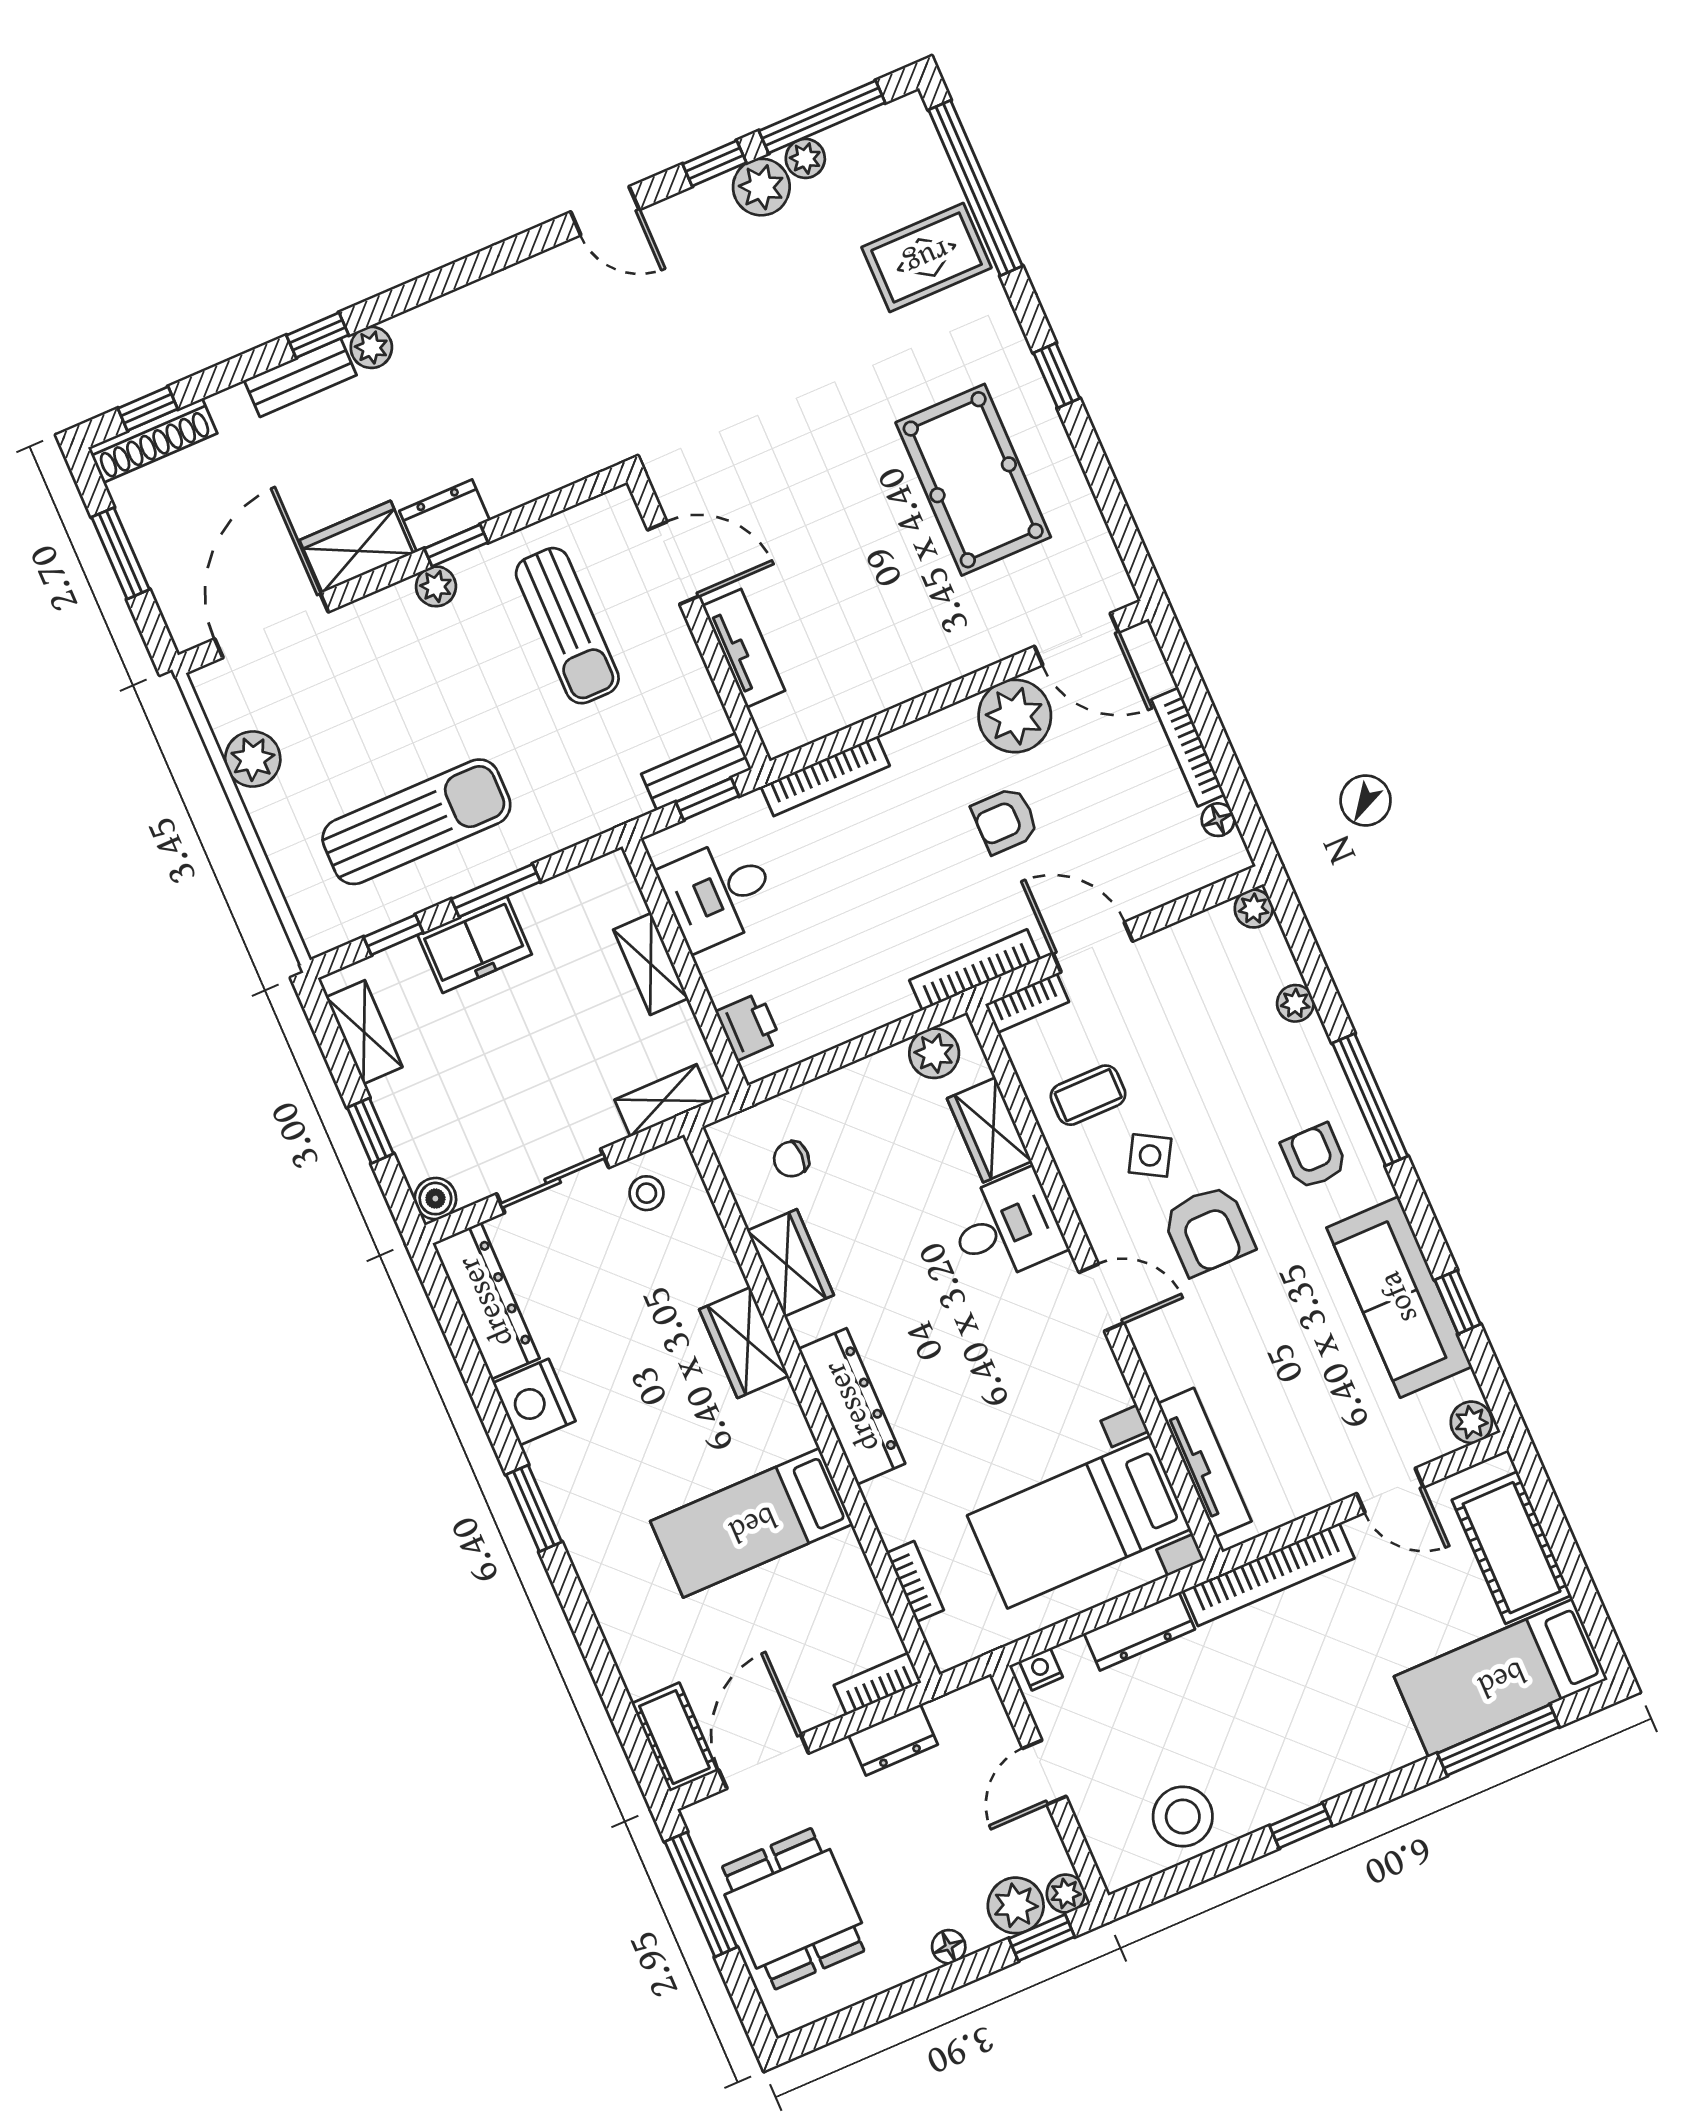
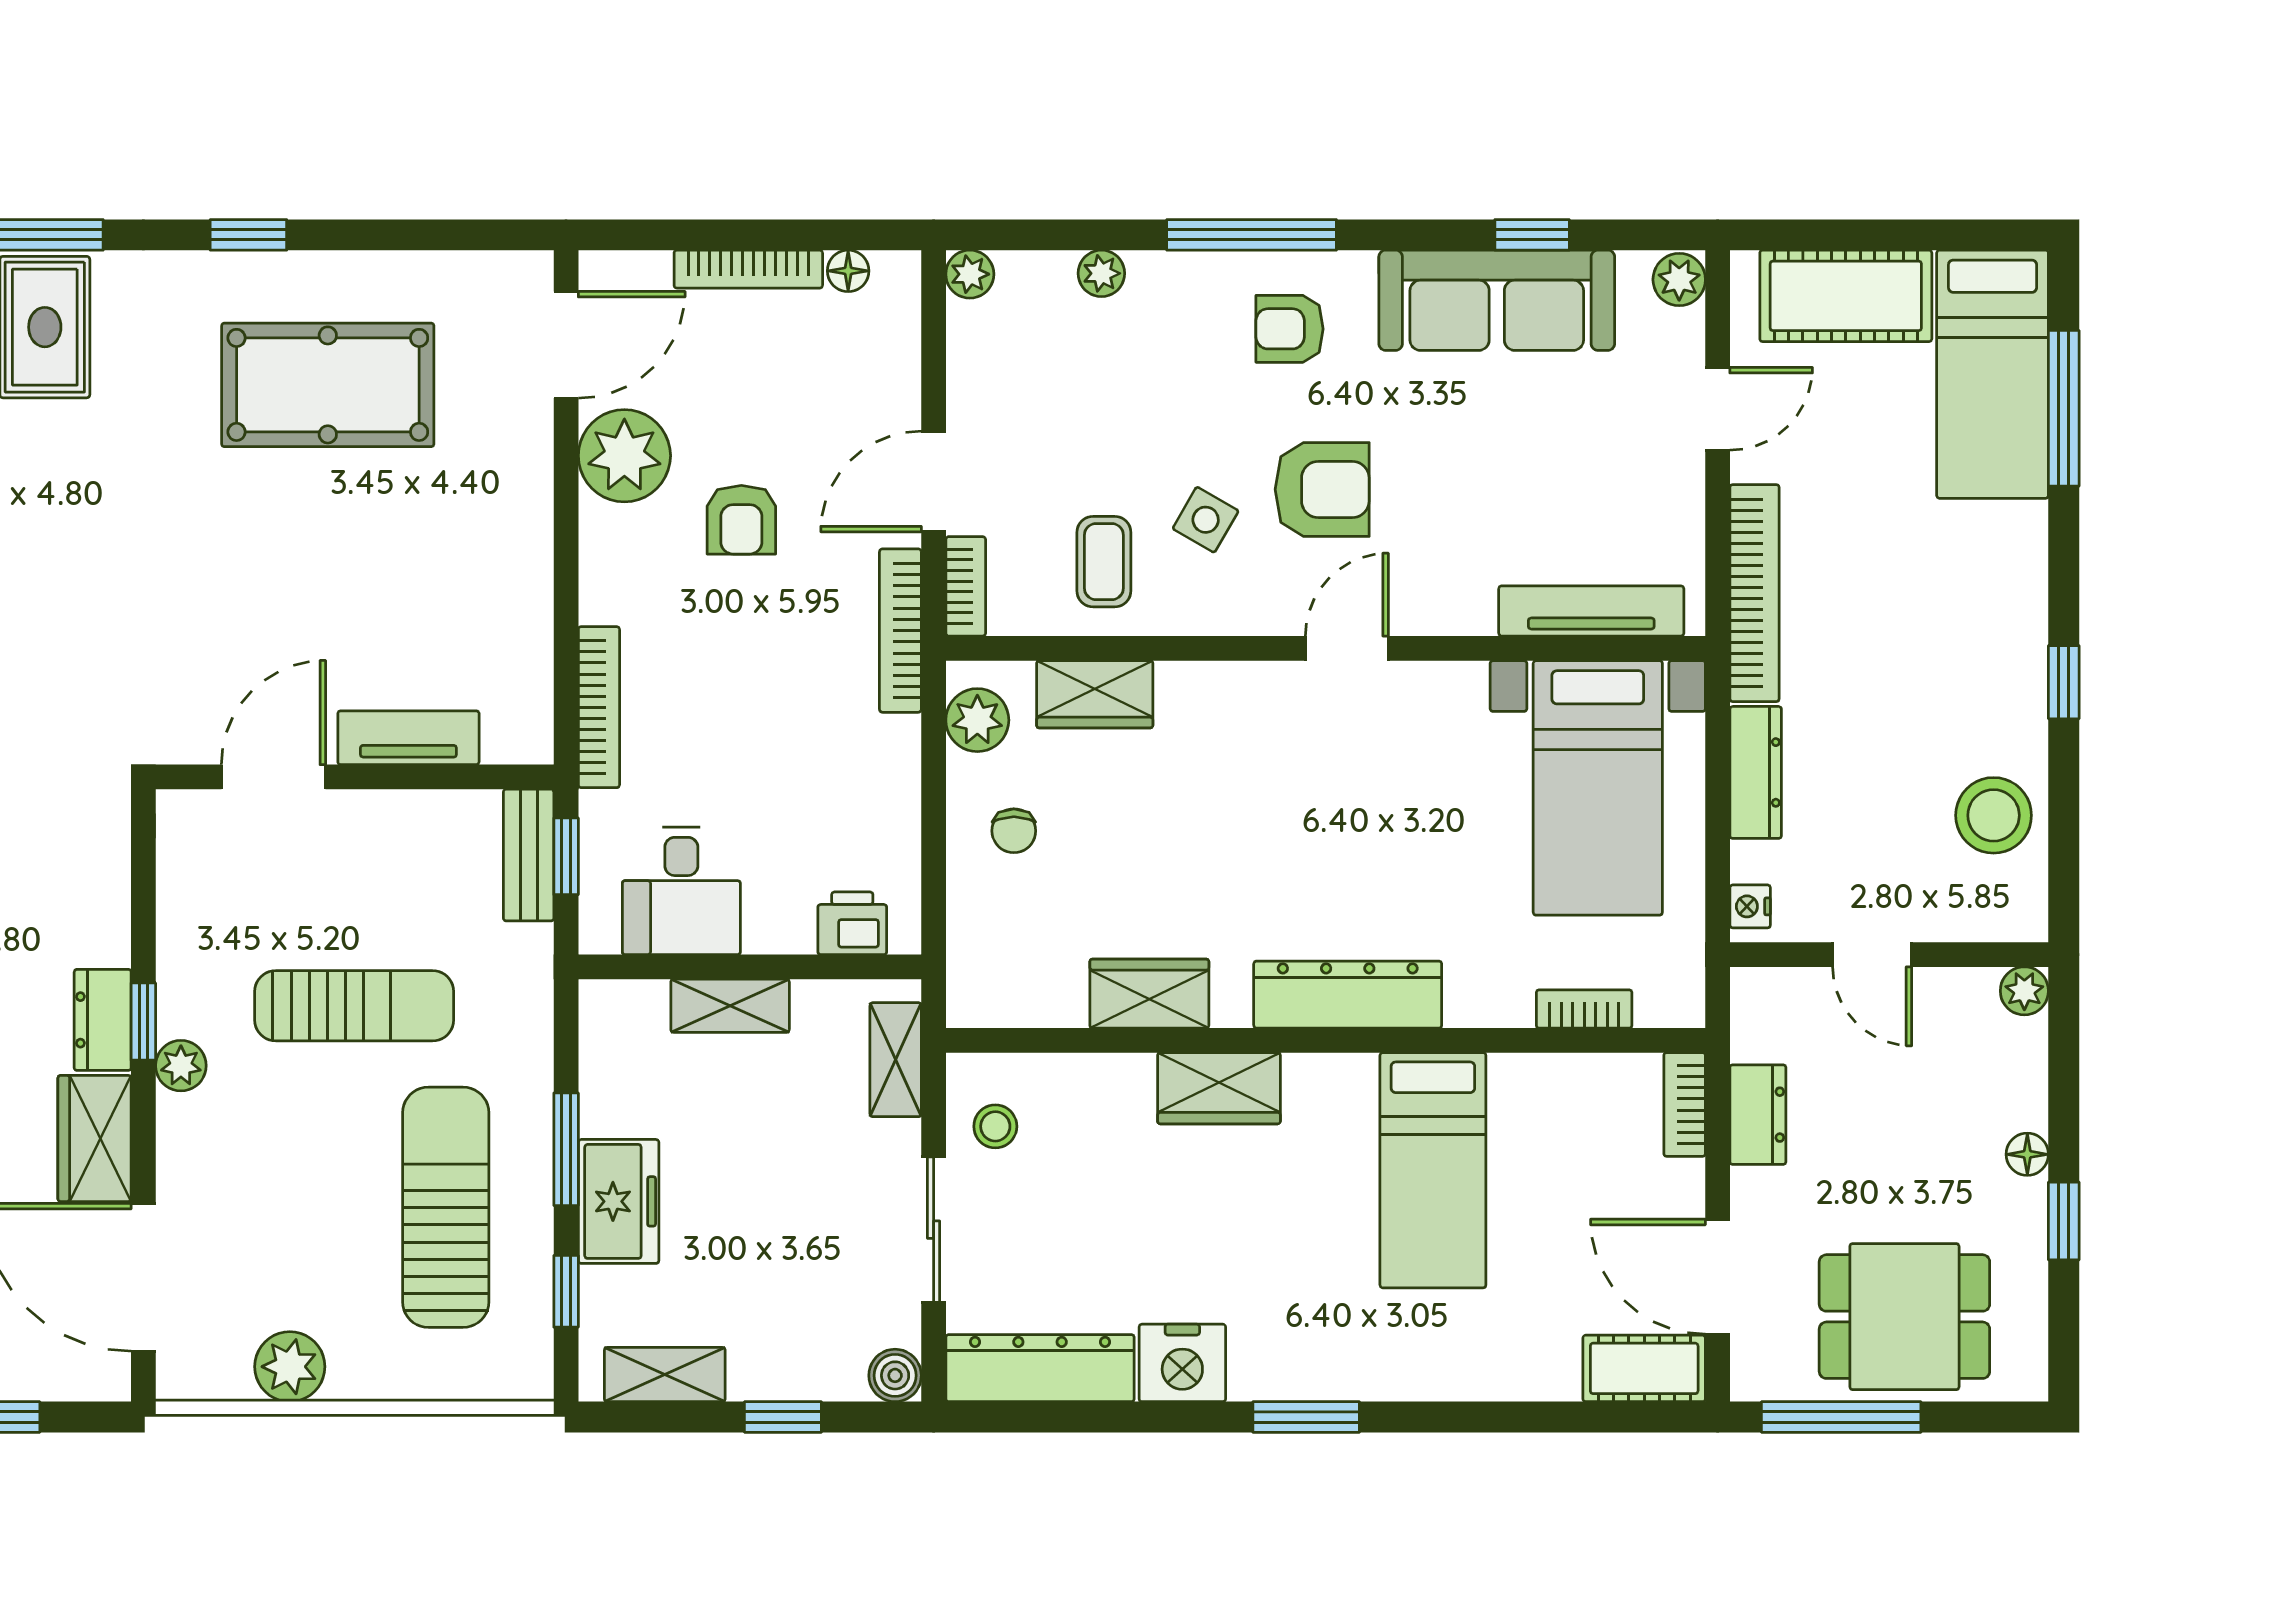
sun lounger: (567, 626) -> (354, 1006), moved
chair: (791, 1159) -> (1014, 831), moved
desk: (1006, 1227) -> (1216, 724), removed
plant: (1016, 1905) -> (2013, 1055), removed
window: (1042, 1938) -> (2064, 1221), moved

